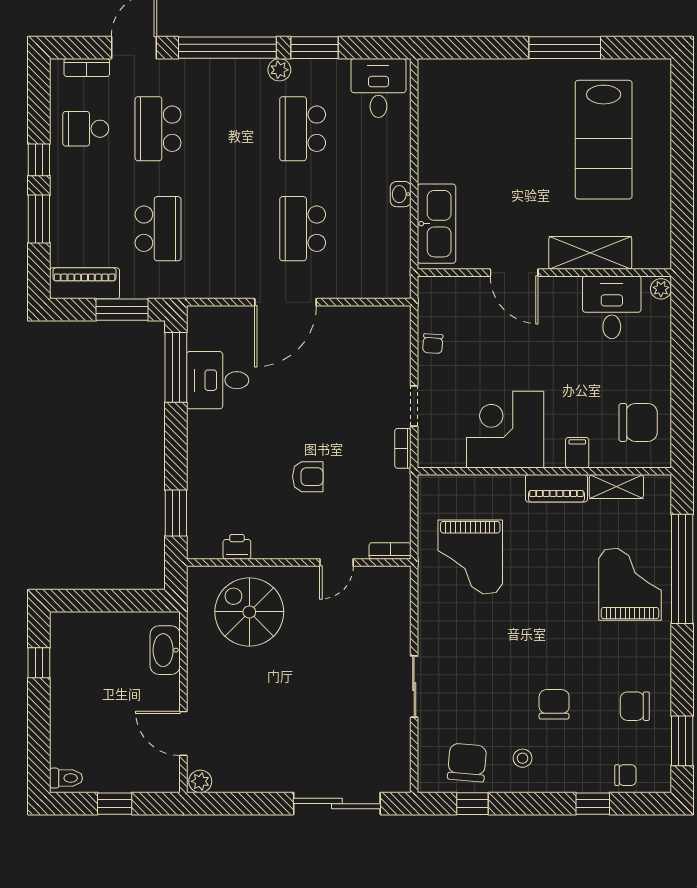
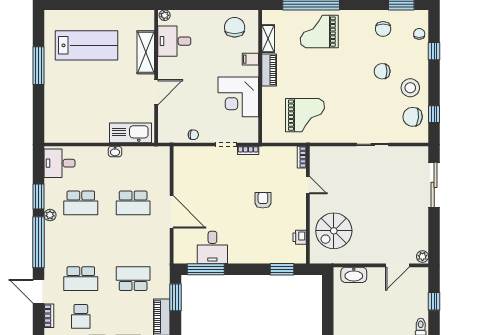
stool: (523, 758) -> (410, 88), width x1.89, depth x1.89

